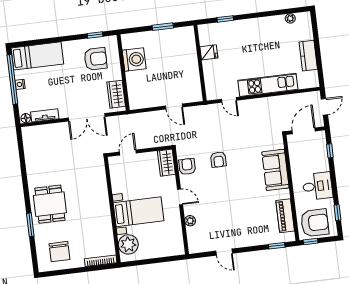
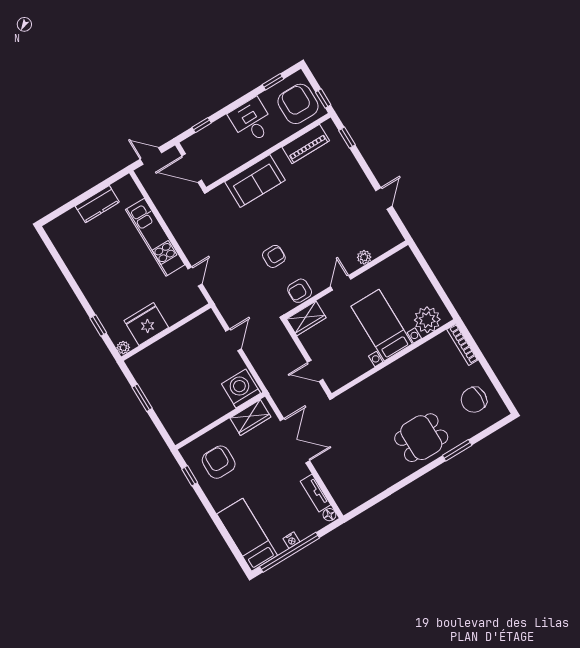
plant: (290, 18) -> (123, 348), moved
fridge: (209, 52) -> (146, 324), width x1.88, depth x1.34
washing machine: (134, 59) -> (241, 389), moved
chair: (59, 252) -> (474, 400), turned 180

